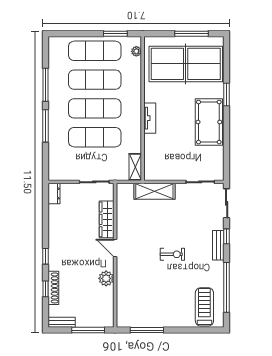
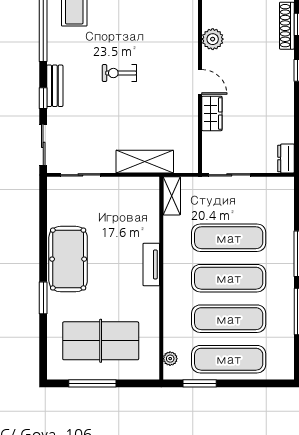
table tennis table: (186, 64) -> (101, 341), width x0.73, depth x0.76
wardrobe: (107, 219) -> (212, 113), width x0.67

